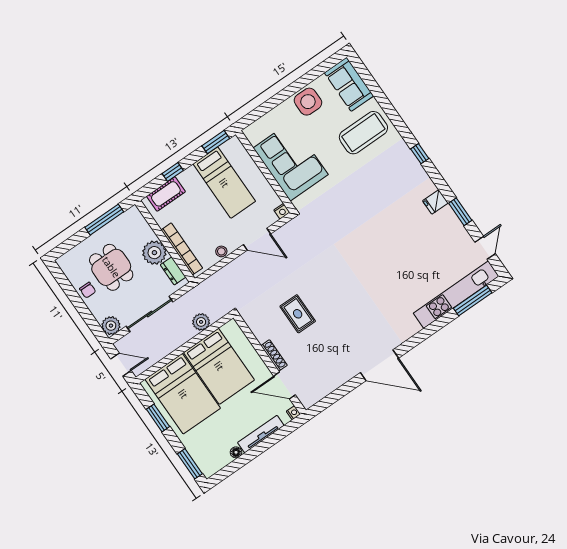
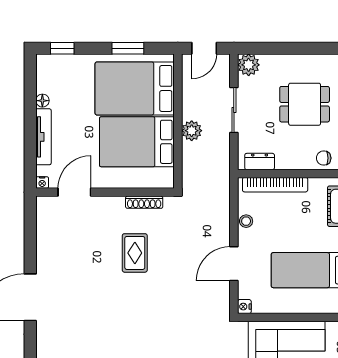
plant: (154, 253) -> (290, 156), removed
chair: (88, 290) -> (324, 158), moved
sliding door: (150, 314) -> (234, 110), width x0.73
rug: (298, 314) -> (135, 253), turned 90
plant: (201, 322) -> (192, 131), moved
shoe rack: (274, 355) -> (144, 202), moved
window: (190, 464) -> (62, 48), width x0.67

